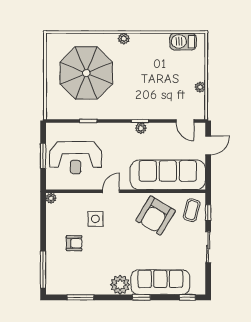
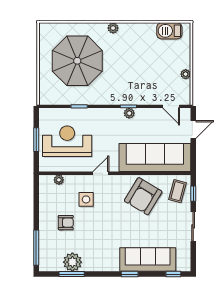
reception desk: (76, 158) -> (67, 141), turned 180
plant: (51, 198) -> (59, 180), moved
plant: (120, 285) -> (72, 262), moved

